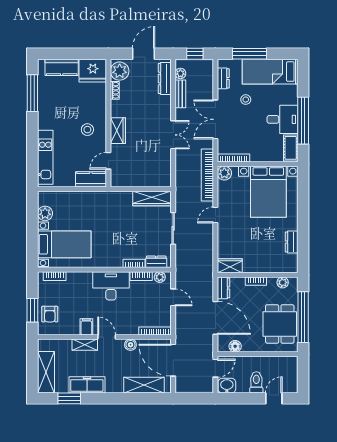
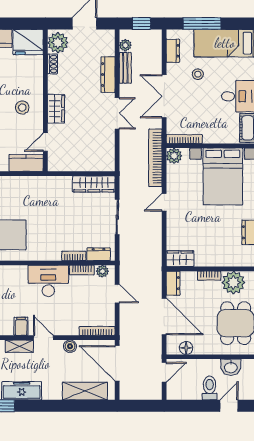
dresser: (165, 79) -> (108, 75), moved
plant: (283, 282) -> (233, 283), width x1.87, depth x1.87
washbasin: (227, 386) -> (231, 367), moved, turned 180

